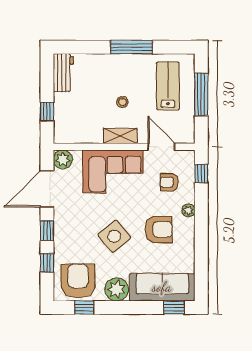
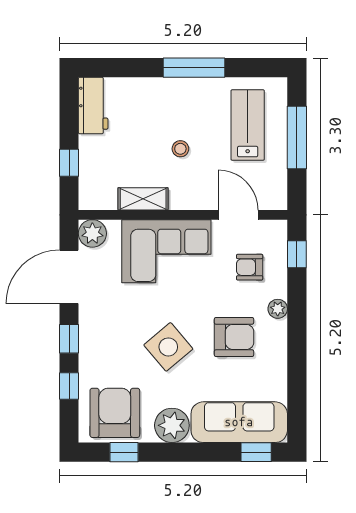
shelving: (120, 136) -> (143, 199), moved

